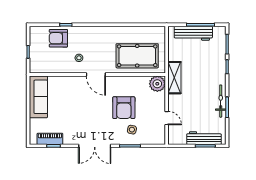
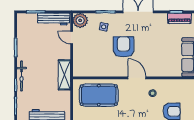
plant: (157, 84) -> (80, 20), moved
bicycle: (221, 101) -> (22, 76), moved
armchair: (124, 108) -> (124, 47), moved
workbench: (204, 138) -> (54, 19), moved

